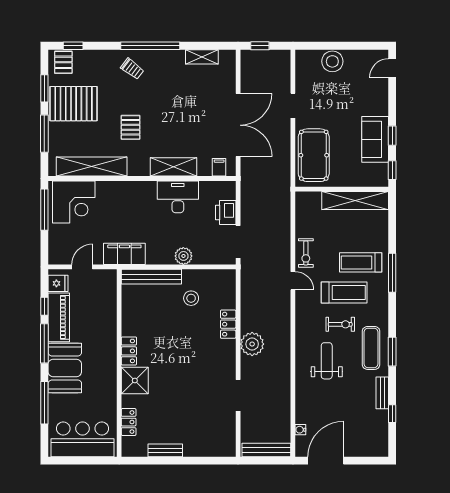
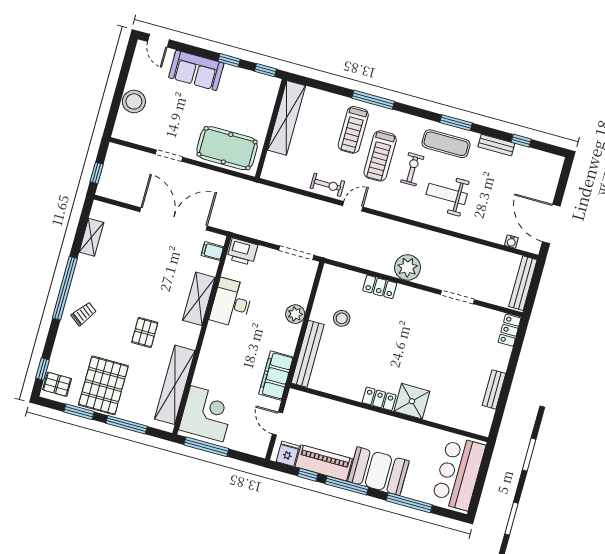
pallet: (131, 127) -> (145, 332), turned 90
sofa: (375, 139) -> (196, 70), moved
printer: (226, 212) -> (242, 252), moved
treadmill: (344, 293) -> (380, 156), turned 180
locker: (129, 422) -> (509, 330), moved, turned -90

